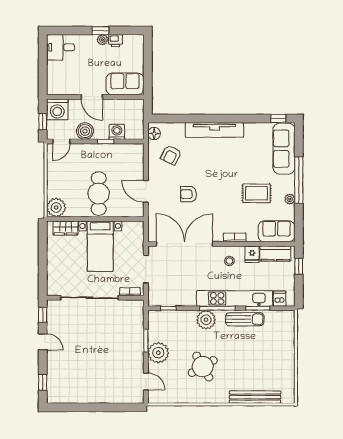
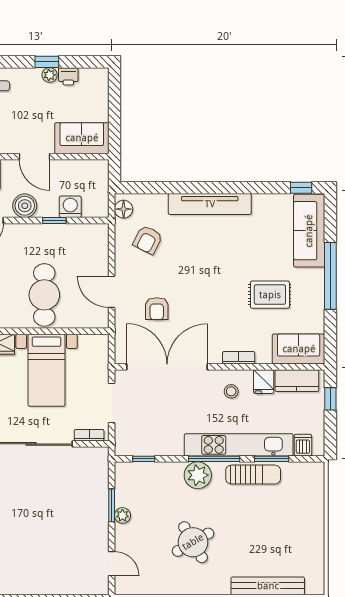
armchair: (189, 194) -> (157, 309), moved, turned -90
plant: (290, 199) -> (317, 303), removed
plant: (158, 353) -> (122, 515), width x0.53, depth x0.53

